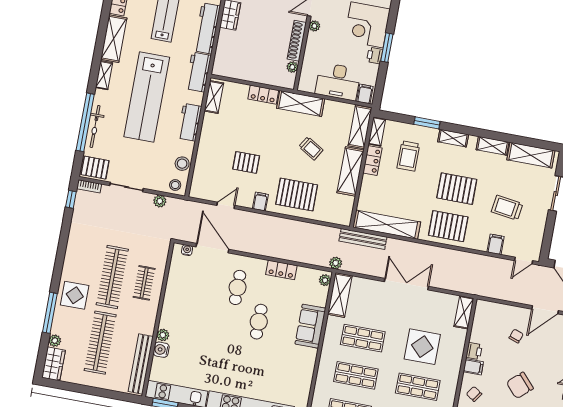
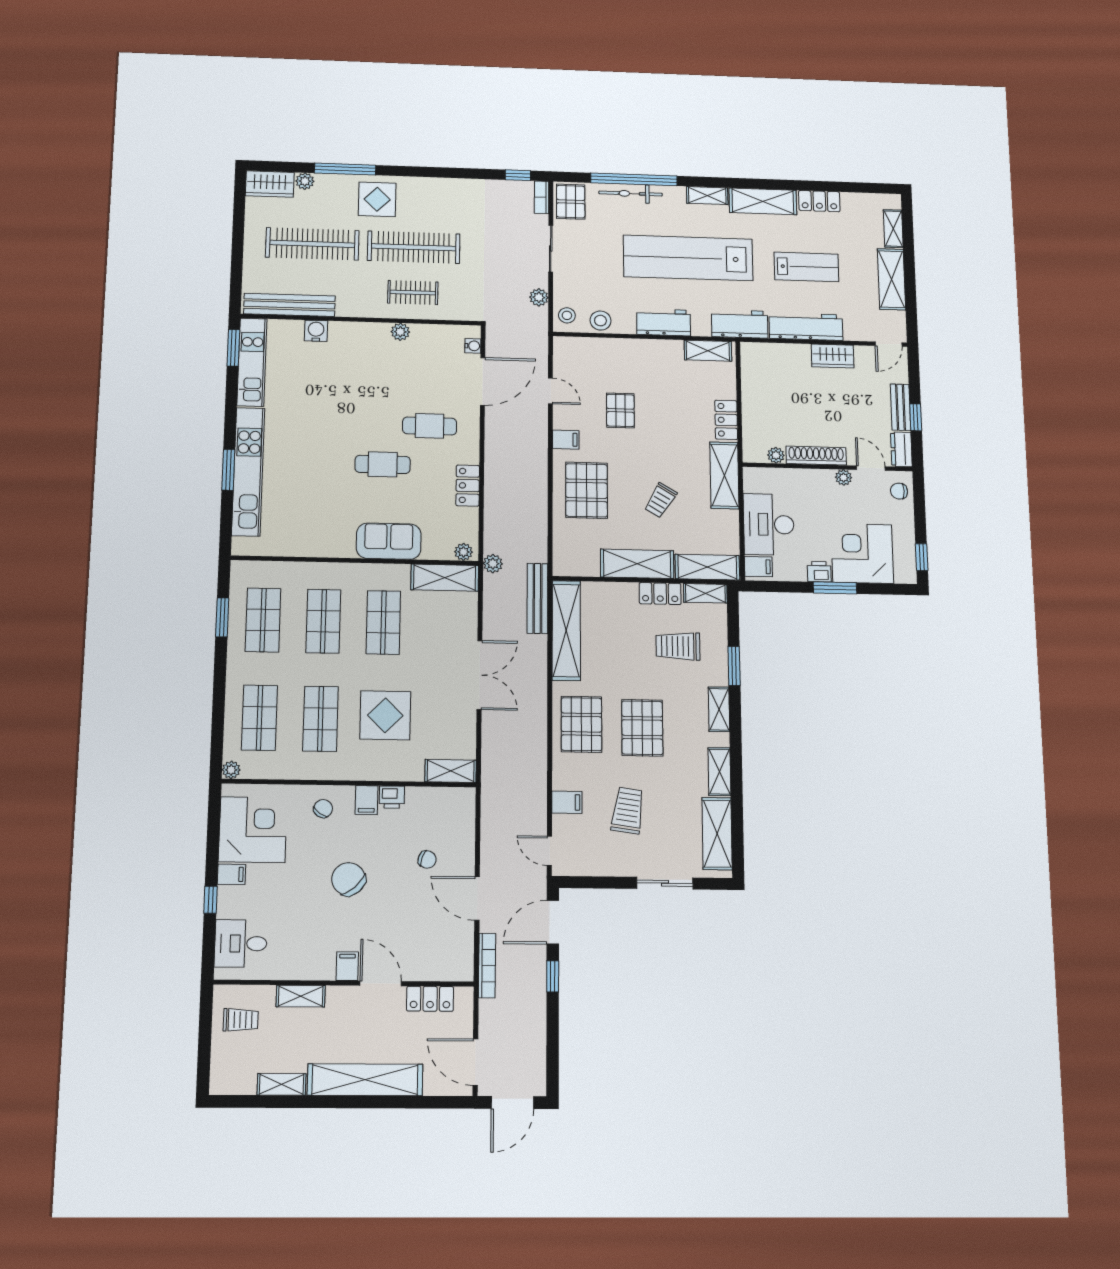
plant: (163, 335) -> (400, 332), moved

